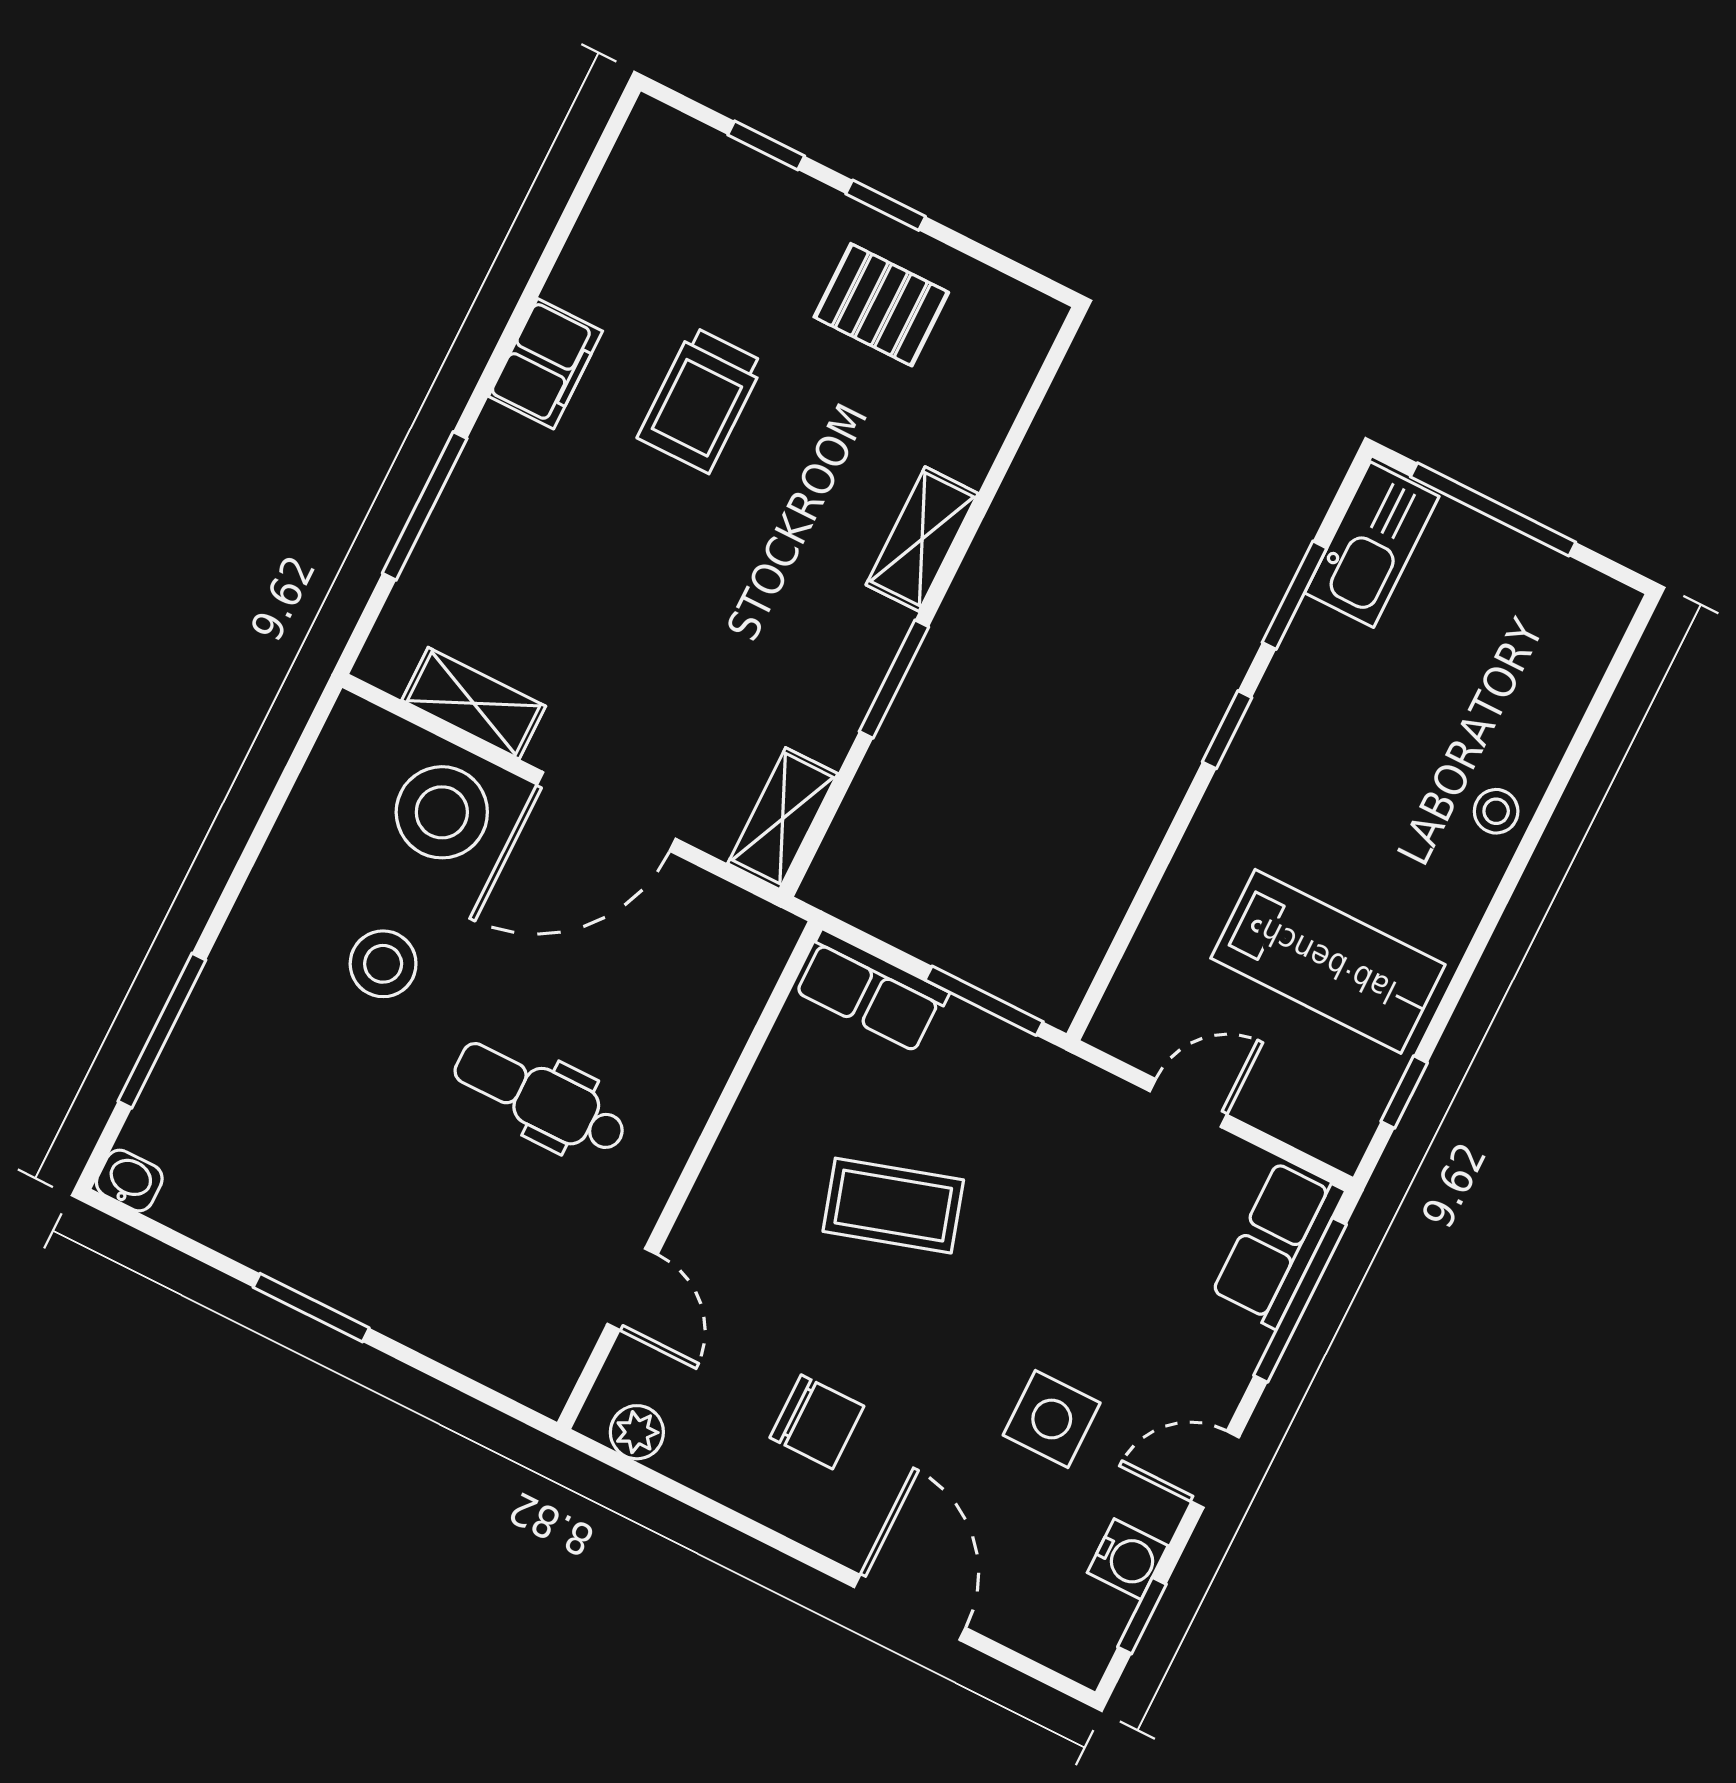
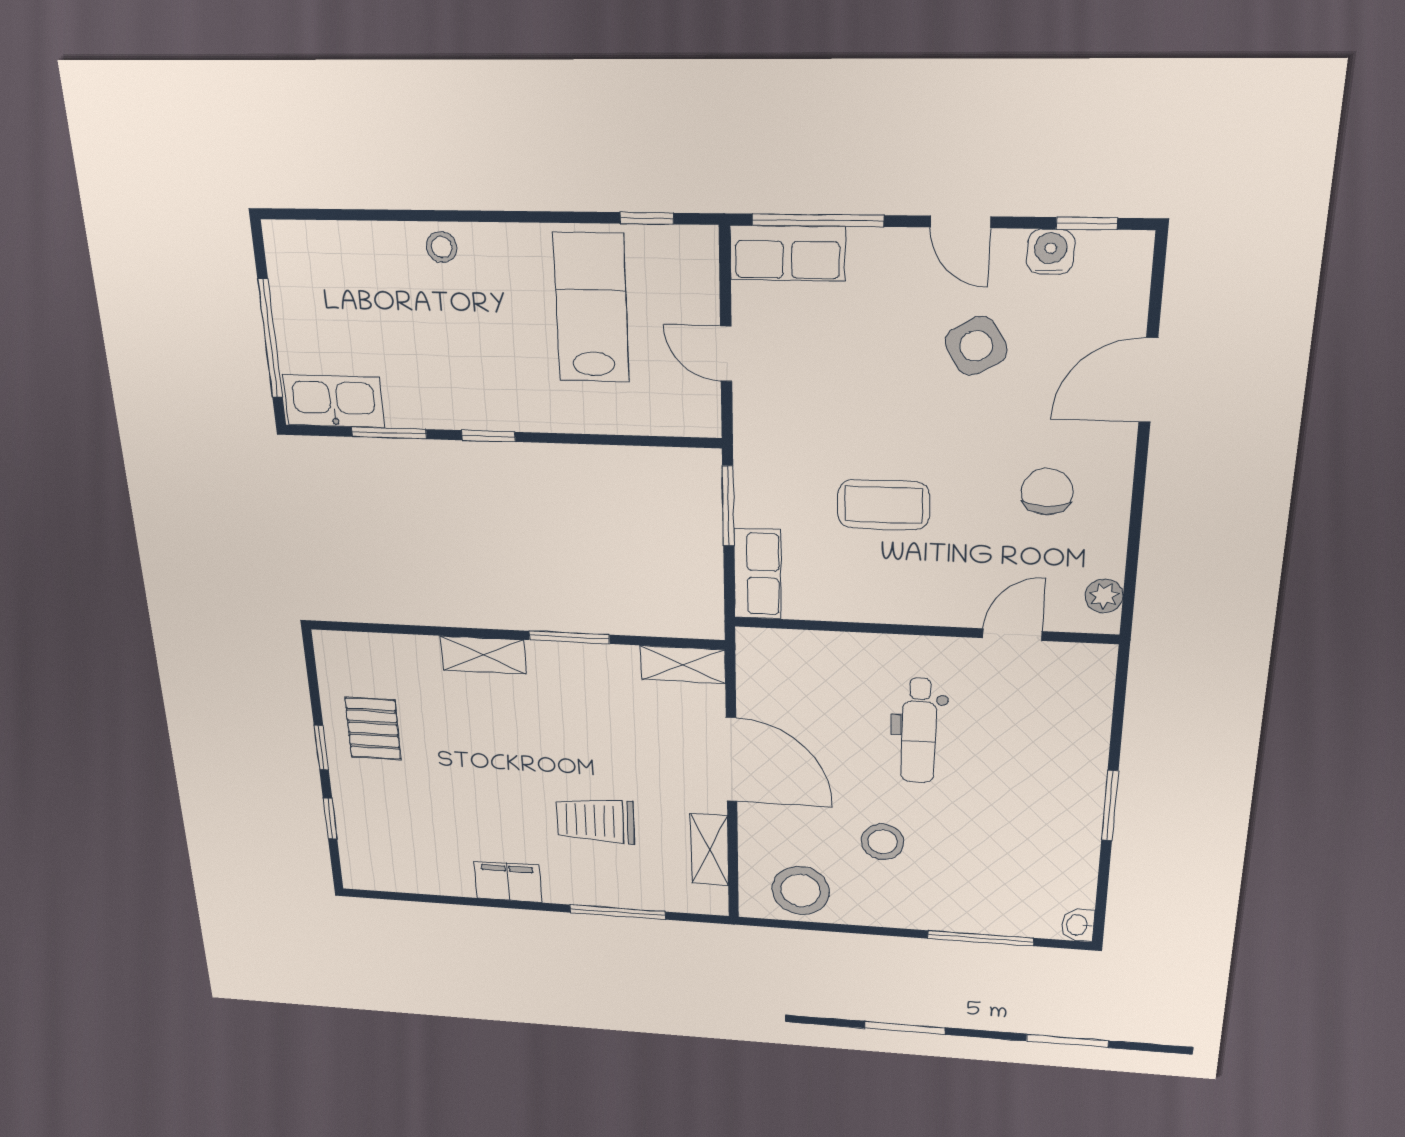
trolley: (701, 400) -> (595, 820), moved, turned 180
stool: (442, 812) -> (801, 890), moved
coffee table: (893, 1206) -> (883, 505), turned -73
side table: (1052, 1419) -> (976, 346), turned -30

